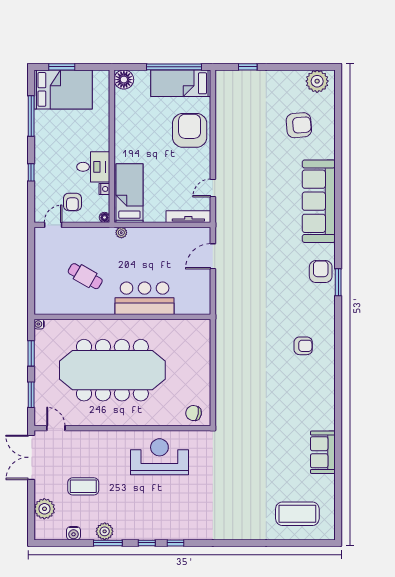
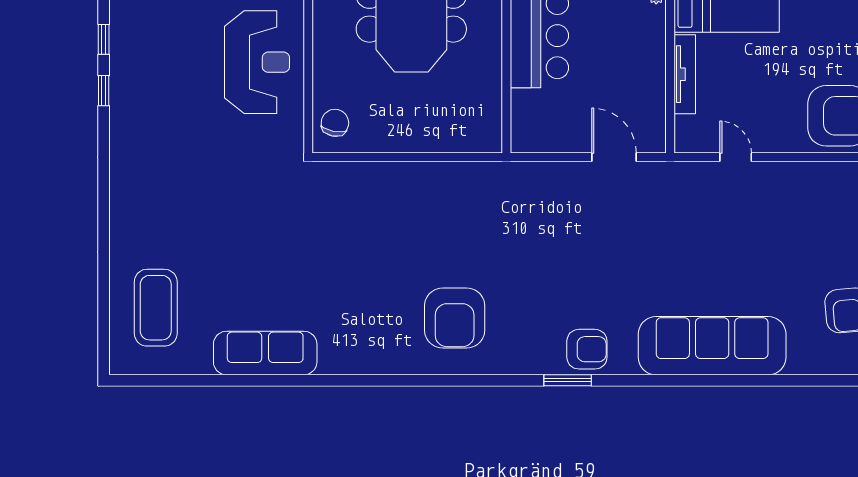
tv unit: (188, 217) -> (685, 74), moved
armchair: (303, 346) -> (455, 318), width x1.88, depth x1.88
sofa: (323, 452) -> (265, 353), width x1.36

